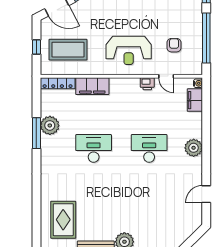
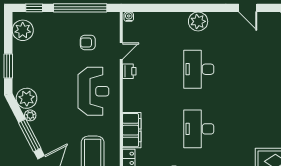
filing cabinet: (195, 100) -> (147, 20), removed

